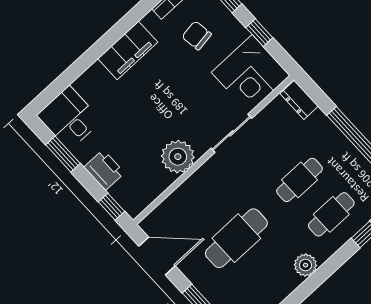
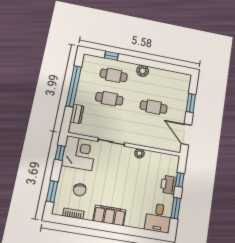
window: (259, 33) -> (60, 153), moved
dresser: (299, 100) -> (77, 114), moved
plant: (178, 157) -> (139, 153), width x0.53, depth x0.53
window: (112, 207) -> (180, 180), moved
cafe table: (236, 238) -> (154, 107), width x0.73, depth x0.74

